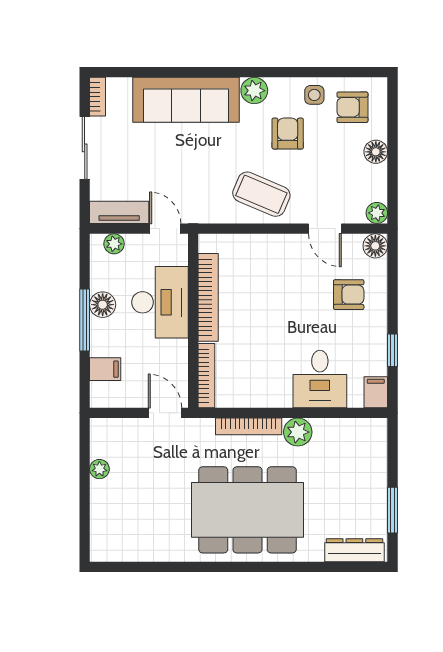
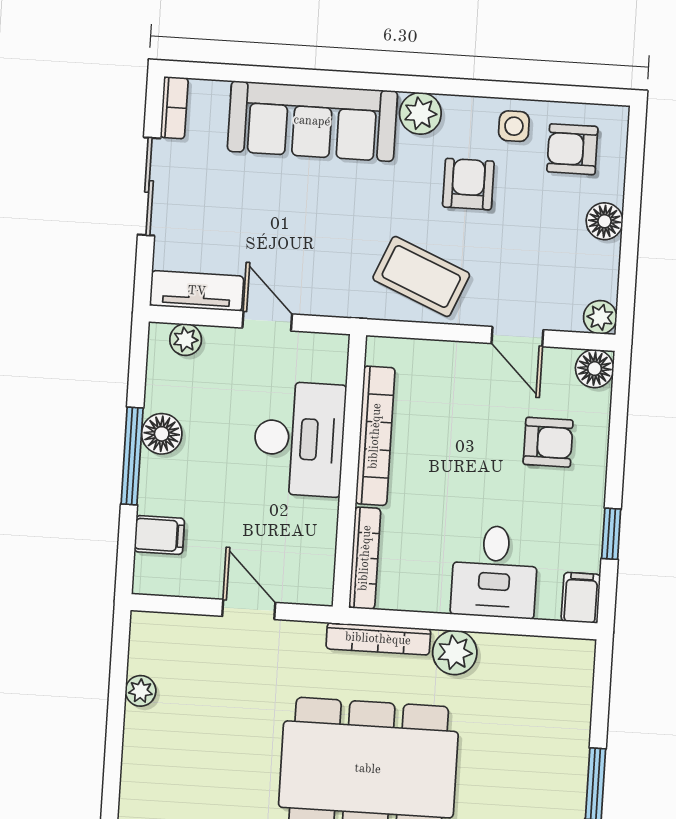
bookcase: (208, 297) -> (375, 436), moved
desk: (160, 302) -> (299, 439), moved
wall: (193, 321) -> (349, 471), moved
bookcase: (206, 376) -> (365, 558), moved

